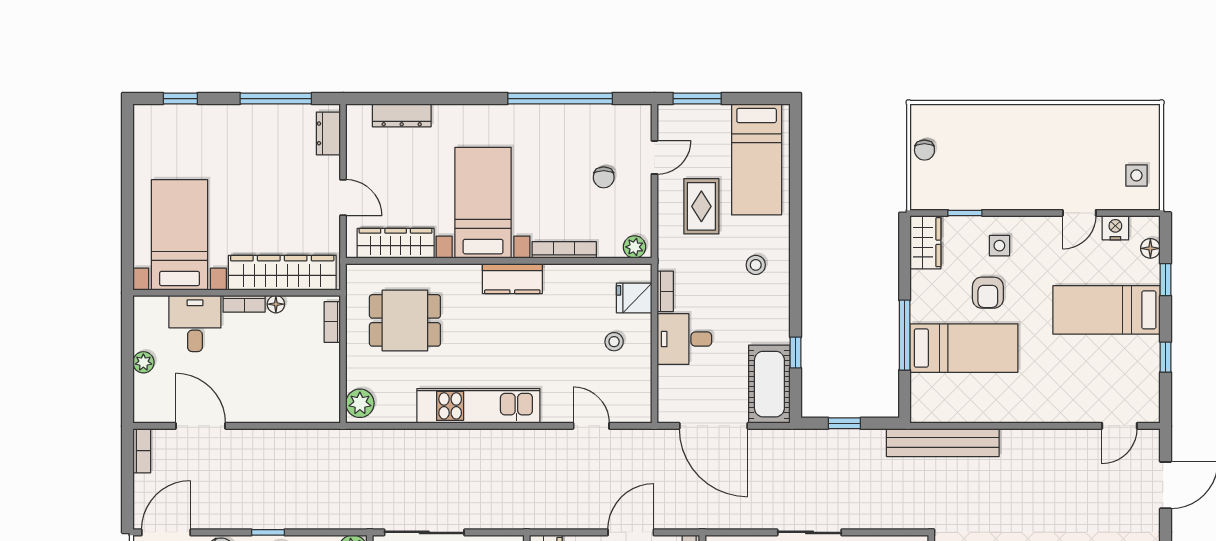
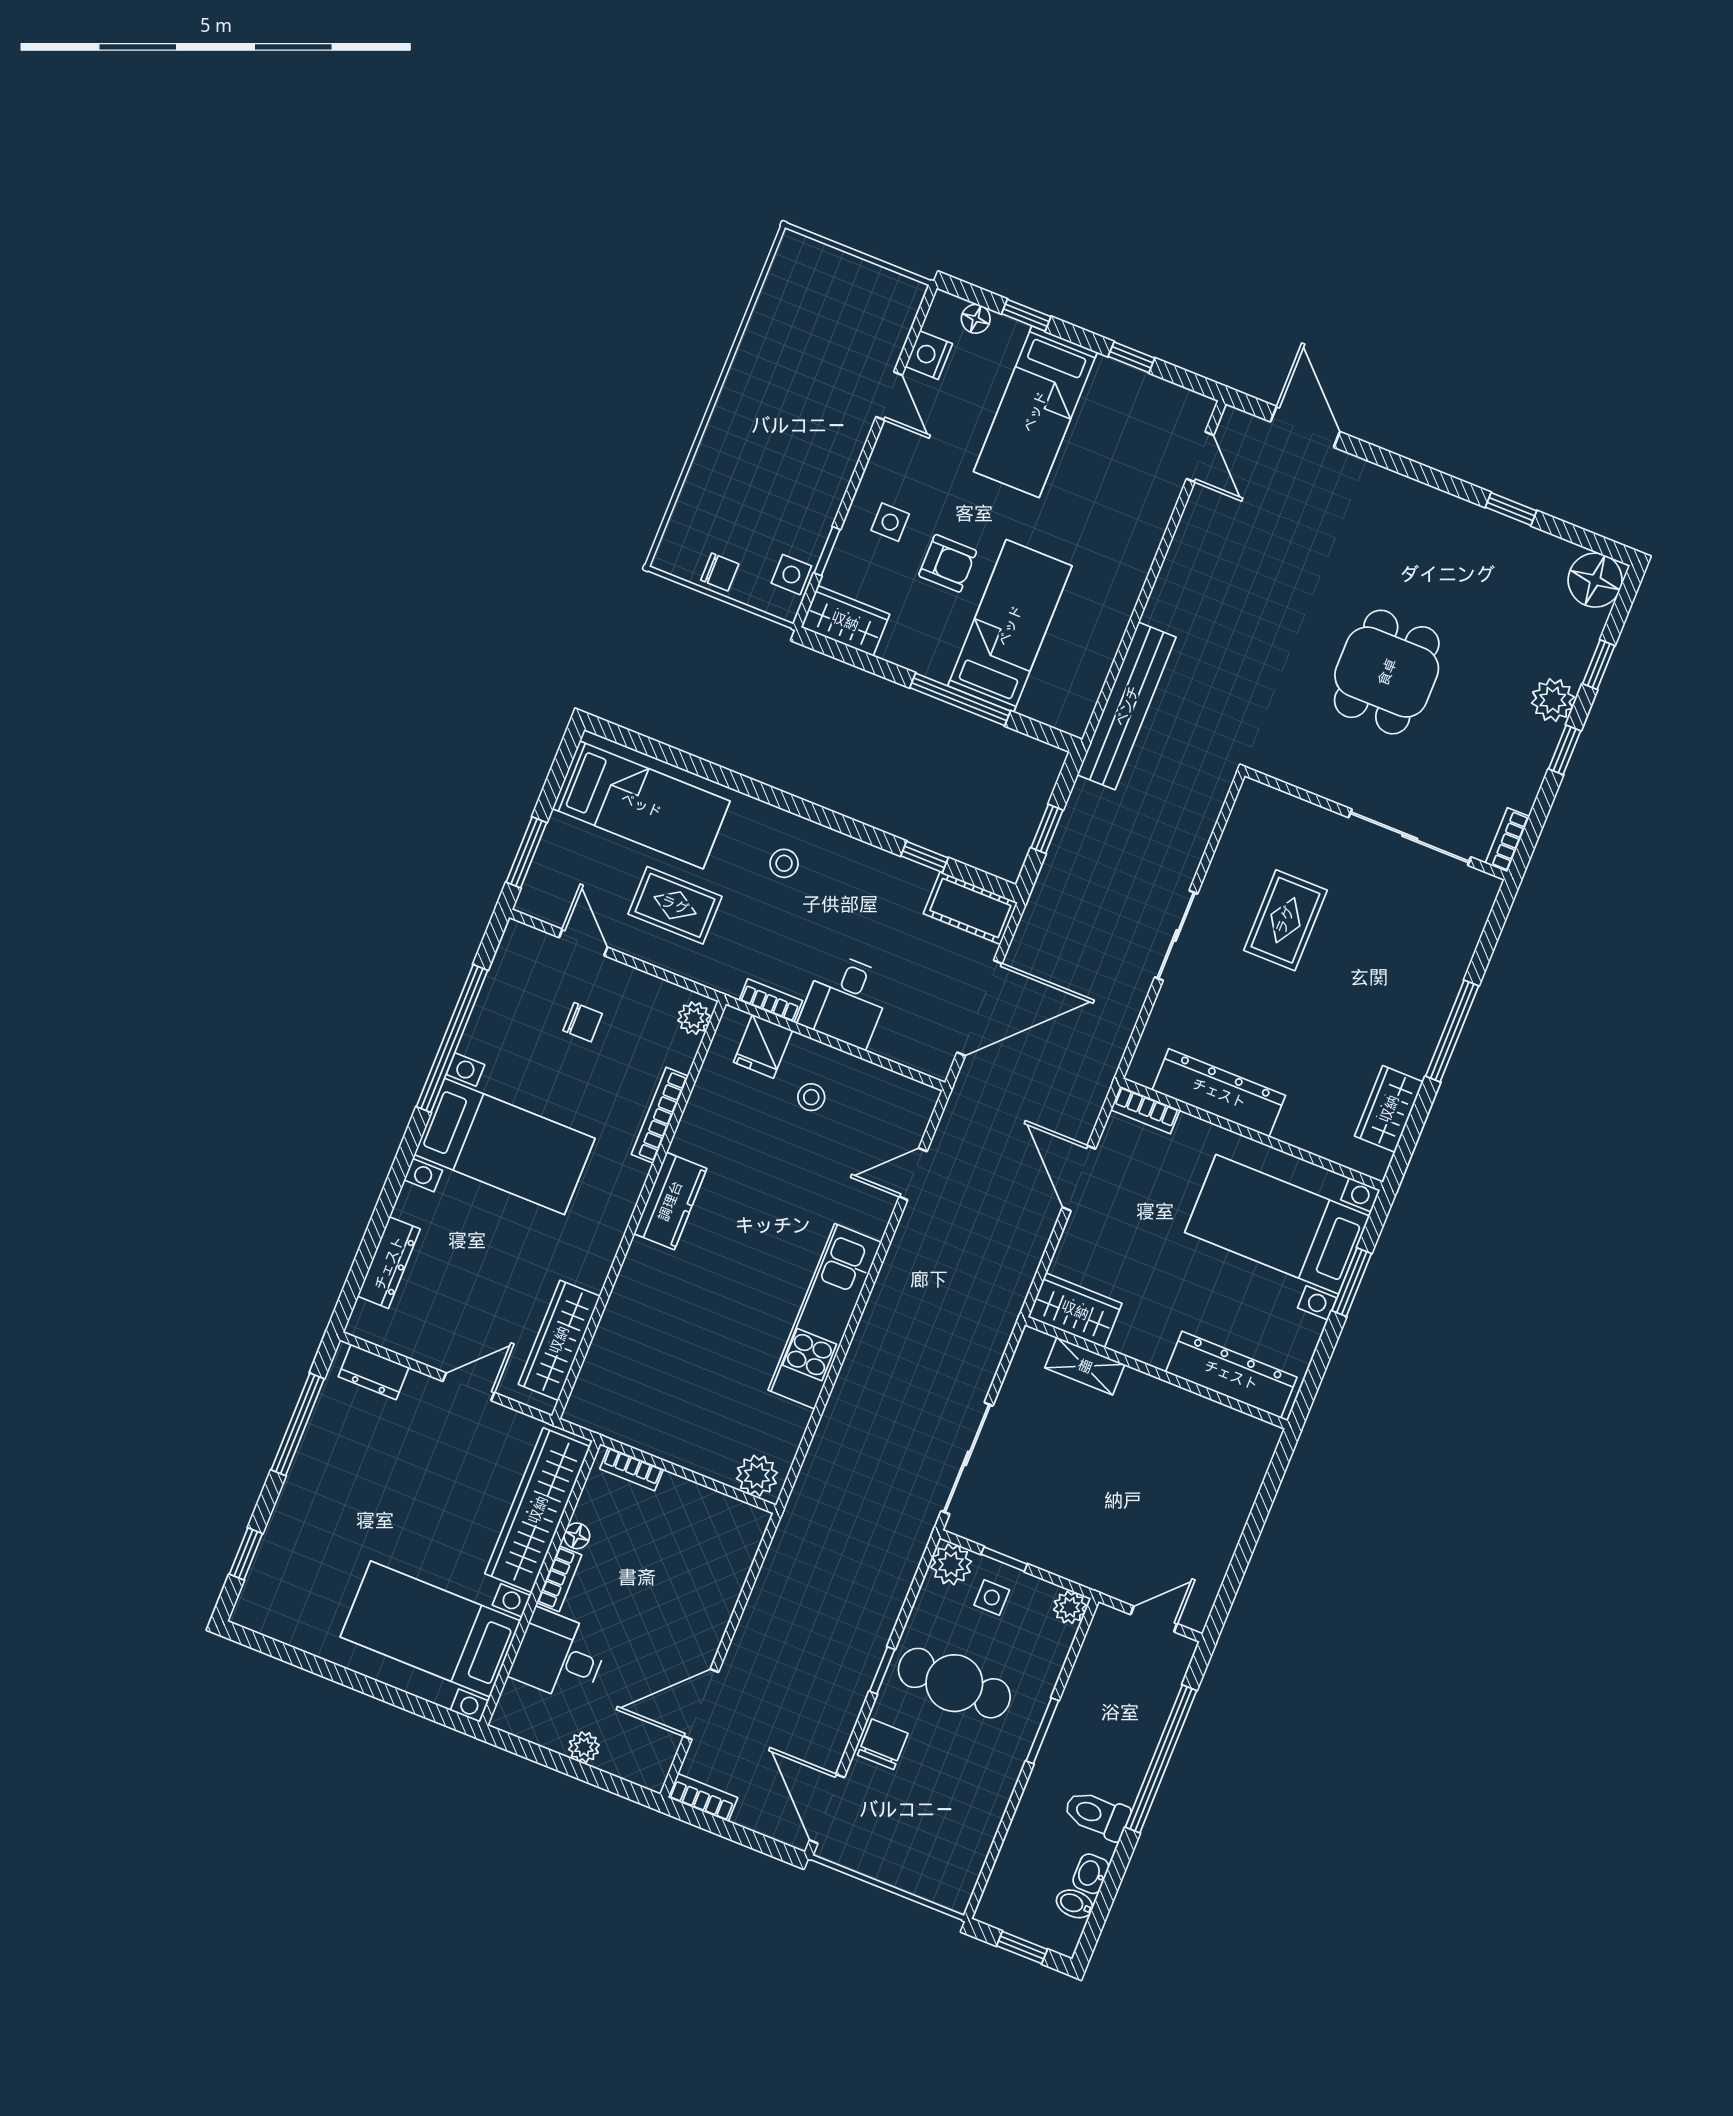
side table: (1136, 175) -> (791, 575), moved
bed with nightstands: (483, 203) -> (504, 1146), moved, turned 180
dining table: (405, 320) -> (669, 1370), removed
cot: (769, 384) -> (970, 908), width x0.73, depth x0.75

